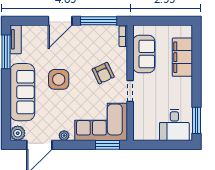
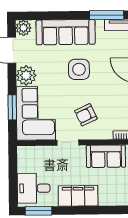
filing cabinet: (182, 57) -> (78, 196), moved
plant: (64, 136) -> (26, 75), width x1.88, depth x1.88
window: (107, 145) -> (12, 107), moved

